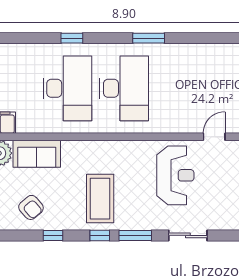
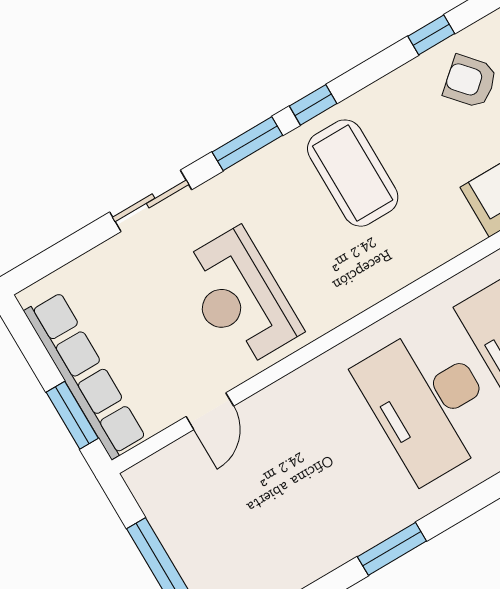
window: (149, 38) -> (392, 549), moved
window: (53, 235) -> (431, 35), moved

